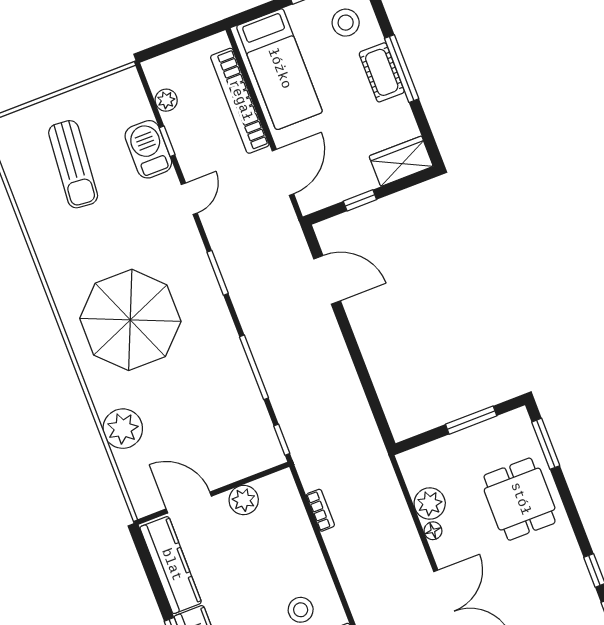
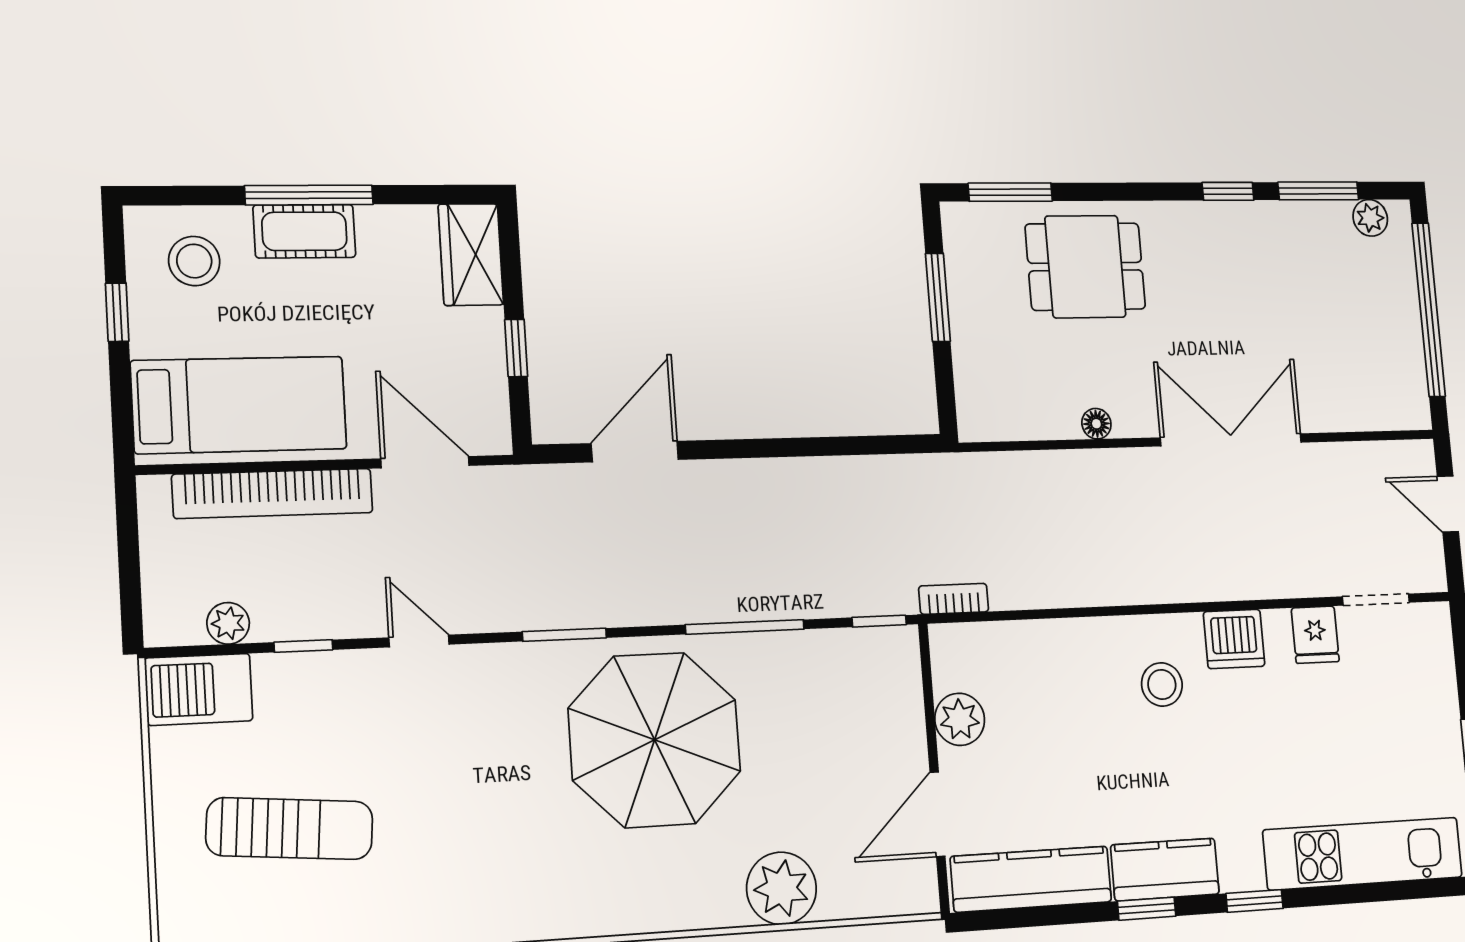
barbecue: (148, 149) -> (199, 689), moved
parasol: (130, 320) -> (655, 740), moved
plant: (430, 503) -> (1052, 413), removed
bookcase: (320, 510) -> (954, 599), moved

